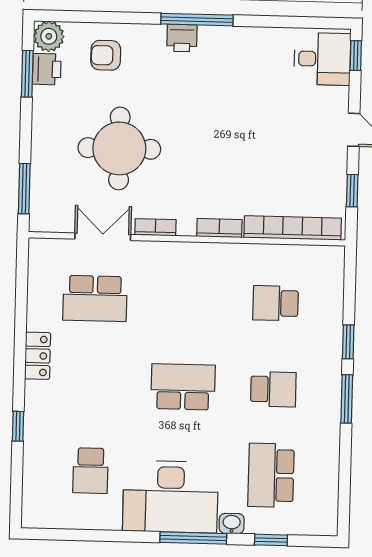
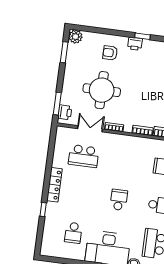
window: (197, 20) -> (143, 36), width x0.46
armchair: (106, 55) -> (110, 53), moved
printer: (47, 69) -> (65, 112), moved
locker: (38, 356) -> (54, 185), width x1.53
school desk: (183, 387) -> (119, 200), width x0.54

